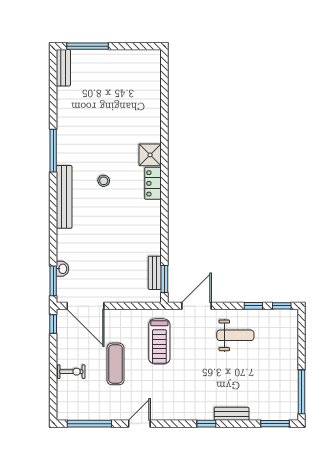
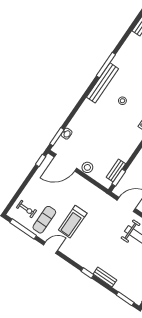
bench: (64, 197) -> (103, 83), moved
stool: (117, 293) -> (87, 167), added
door: (85, 306) -> (65, 163), hinge flipped
treadmill: (159, 341) -> (73, 222), moved
exercise mat: (116, 364) -> (44, 220), moved
exercise bike: (71, 372) -> (26, 209), moved

